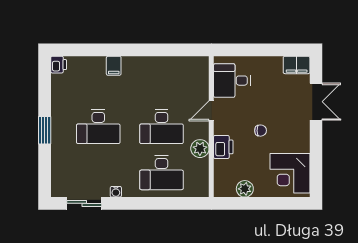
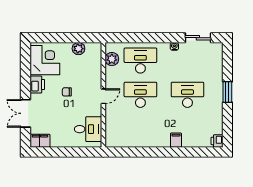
door: (211, 111) -> (103, 96), moved
printer: (223, 147) -> (37, 85), moved, turned 180
plant: (200, 149) -> (112, 59), moved

